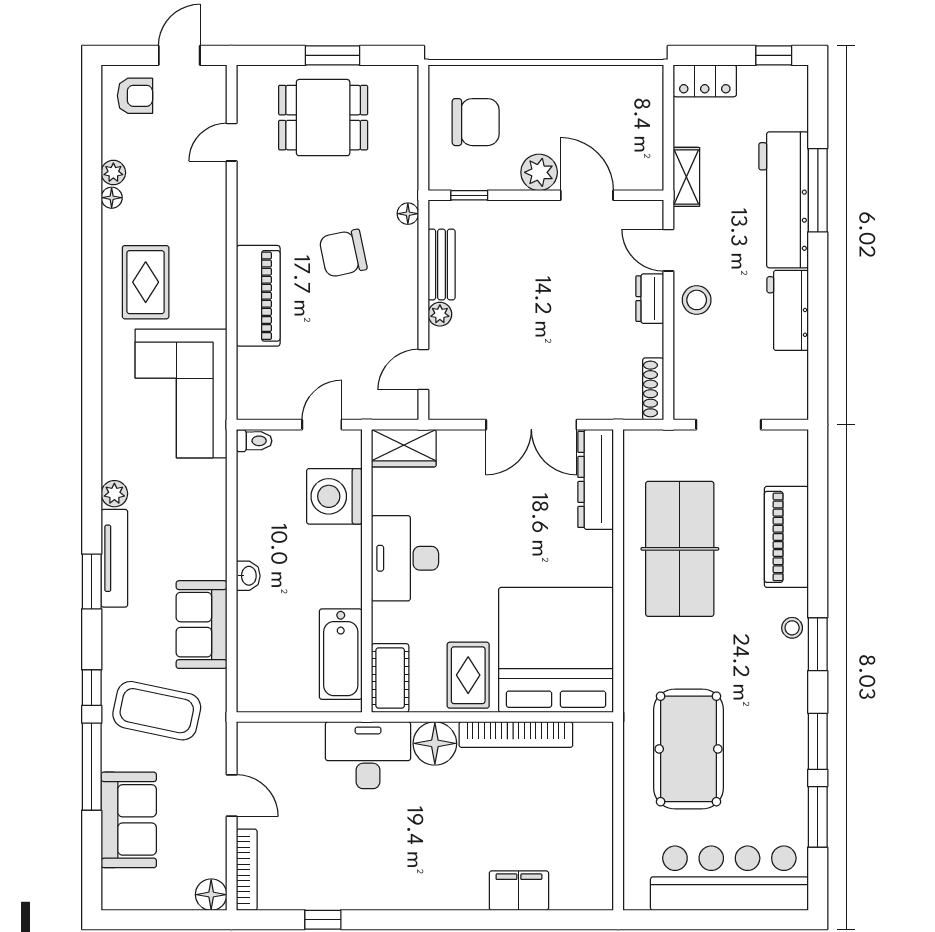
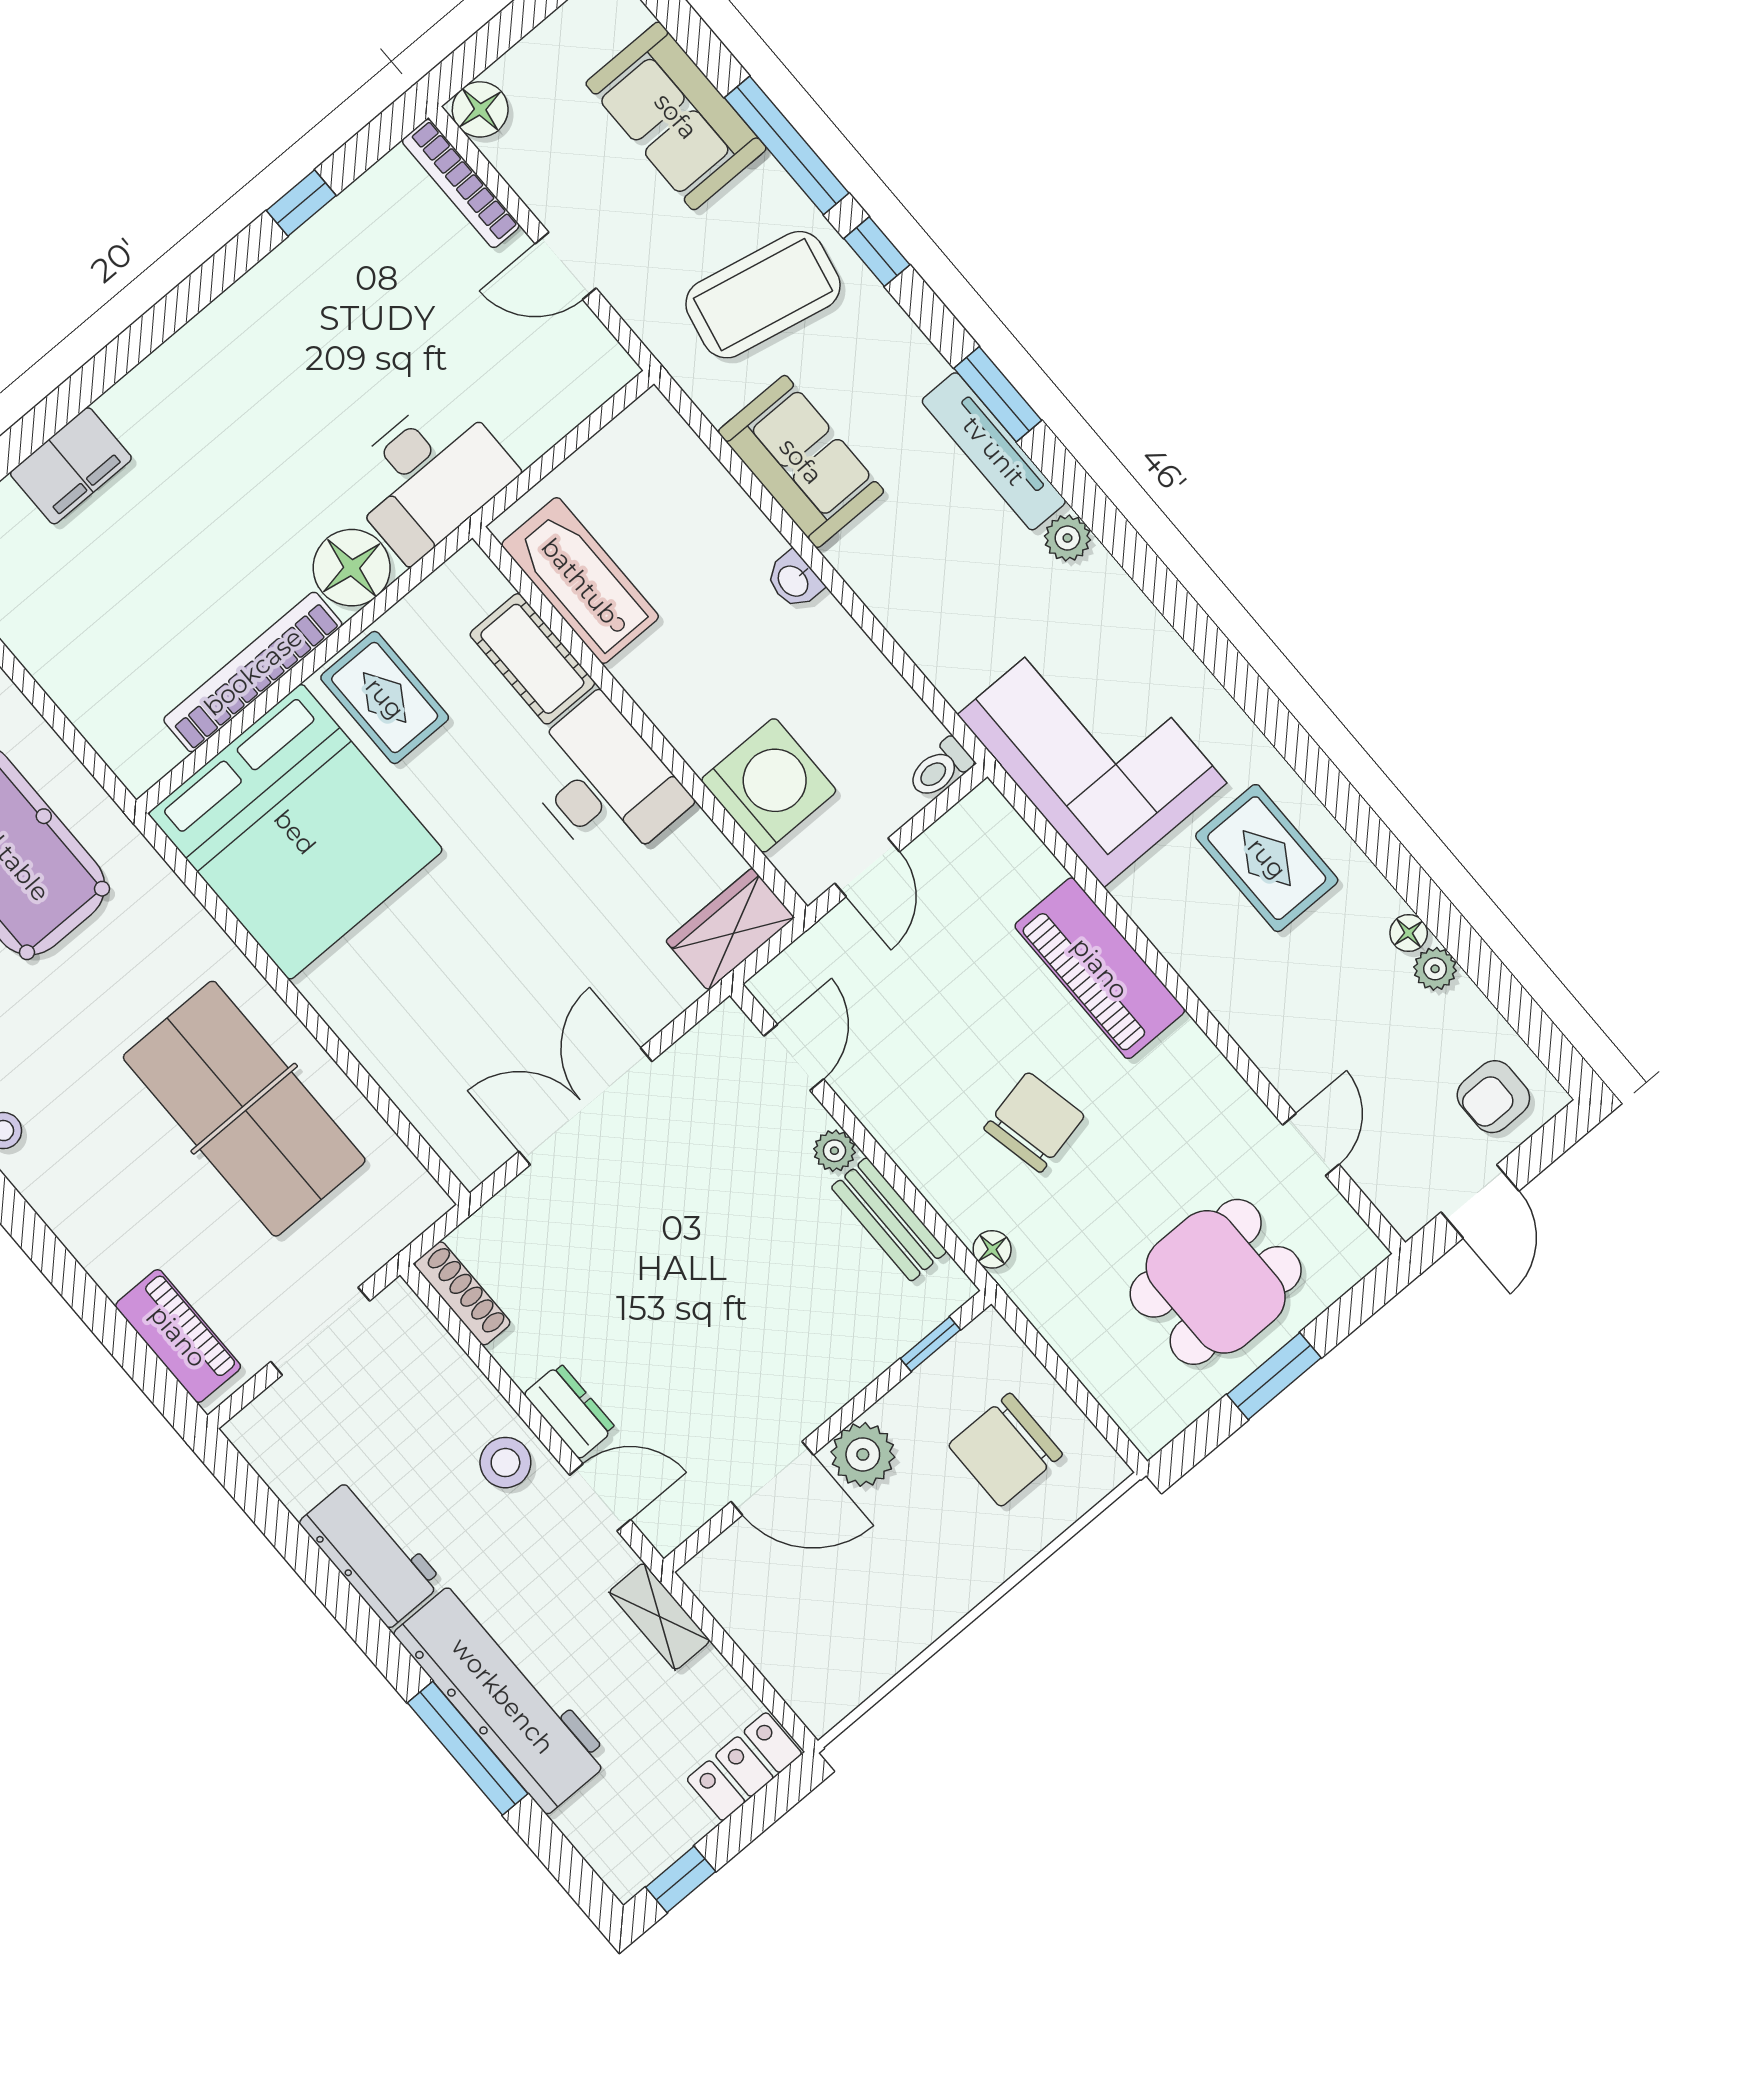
dresser: (596, 479) -> (437, 1106), removed
piano: (786, 537) -> (178, 1336), moved, width x0.73, depth x0.75
cot: (390, 678) -> (532, 659), moved

